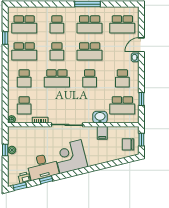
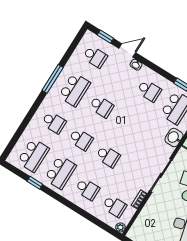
window: (141, 23) -> (105, 37), added
school desk: (122, 24) -> (95, 57), width x0.54
door: (141, 45) -> (127, 50), swing flipped
school desk: (90, 51) -> (101, 107), width x0.54
school desk: (57, 78) -> (108, 156), width x0.54
school desk: (90, 78) -> (129, 124), removed

